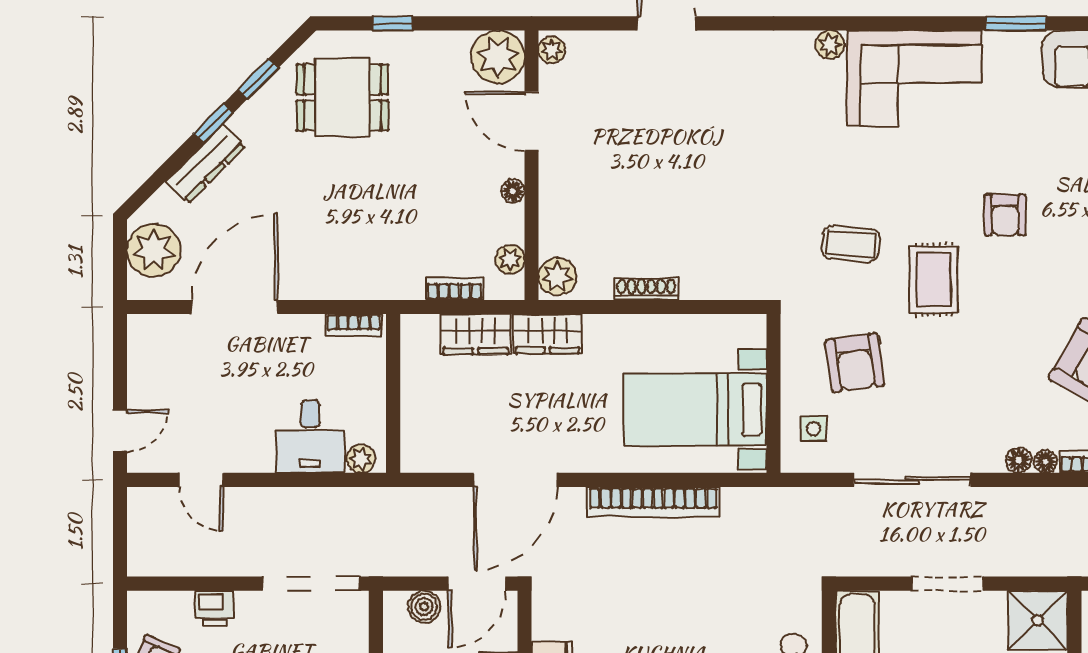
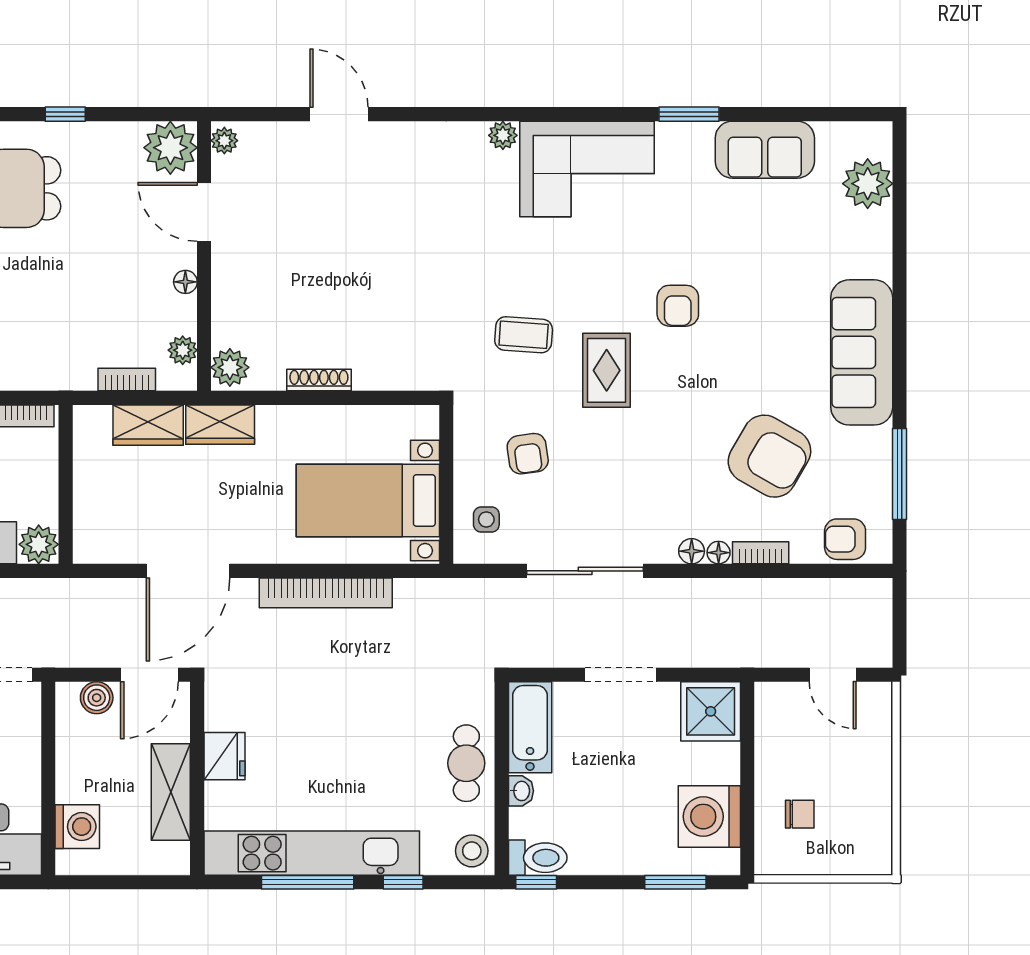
armchair: (855, 363) -> (528, 454), width x0.72, depth x0.72
plant: (361, 459) -> (39, 544), width x1.38, depth x1.38

